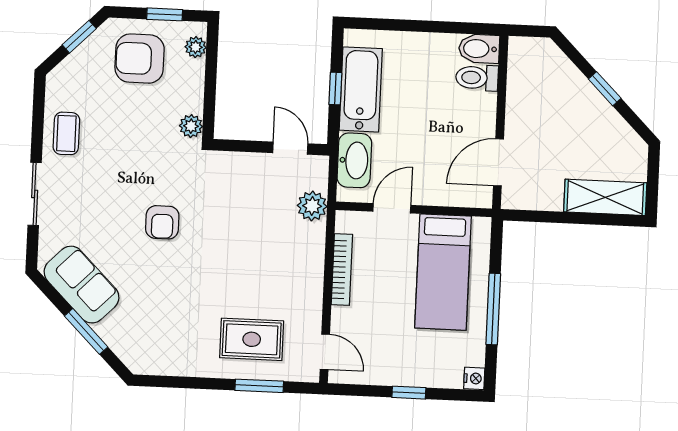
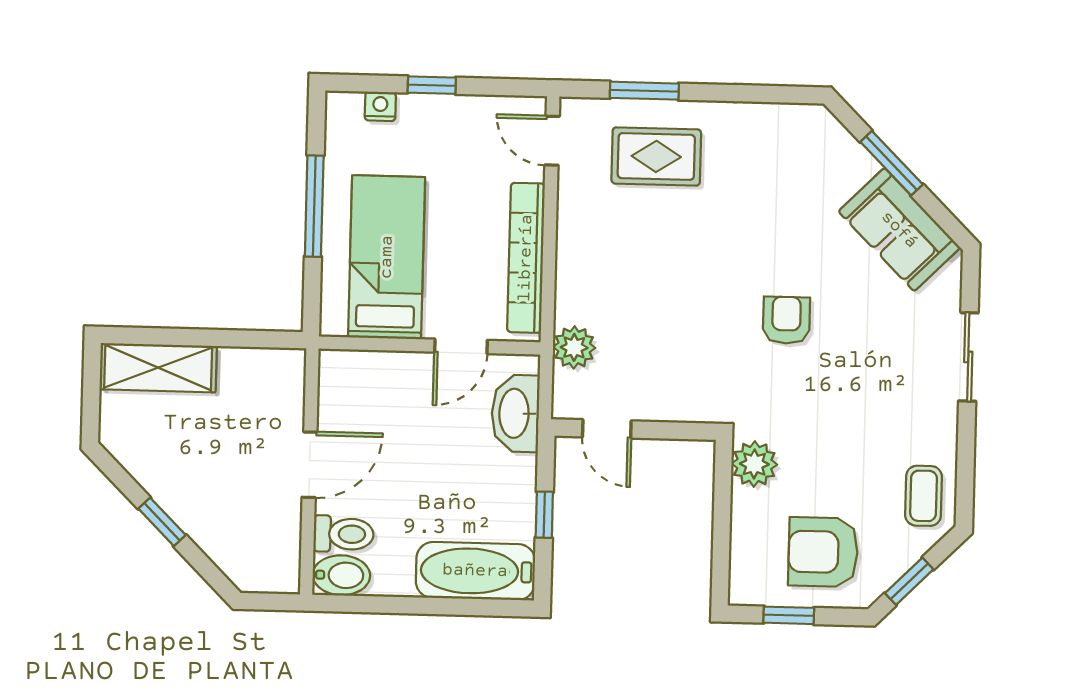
plant: (196, 47) -> (744, 570), removed
armchair: (140, 59) -> (823, 552), turned 180
bathtub: (361, 89) -> (475, 571), moved, turned 90
plant: (191, 126) -> (754, 464), width x1.38, depth x1.38
coffee table: (66, 133) -> (924, 496), moved
door: (498, 162) -> (309, 465), moved
bookcase: (342, 270) -> (526, 258), width x1.48, depth x1.31
nightstand: (474, 378) -> (380, 106), moved, turned 90

